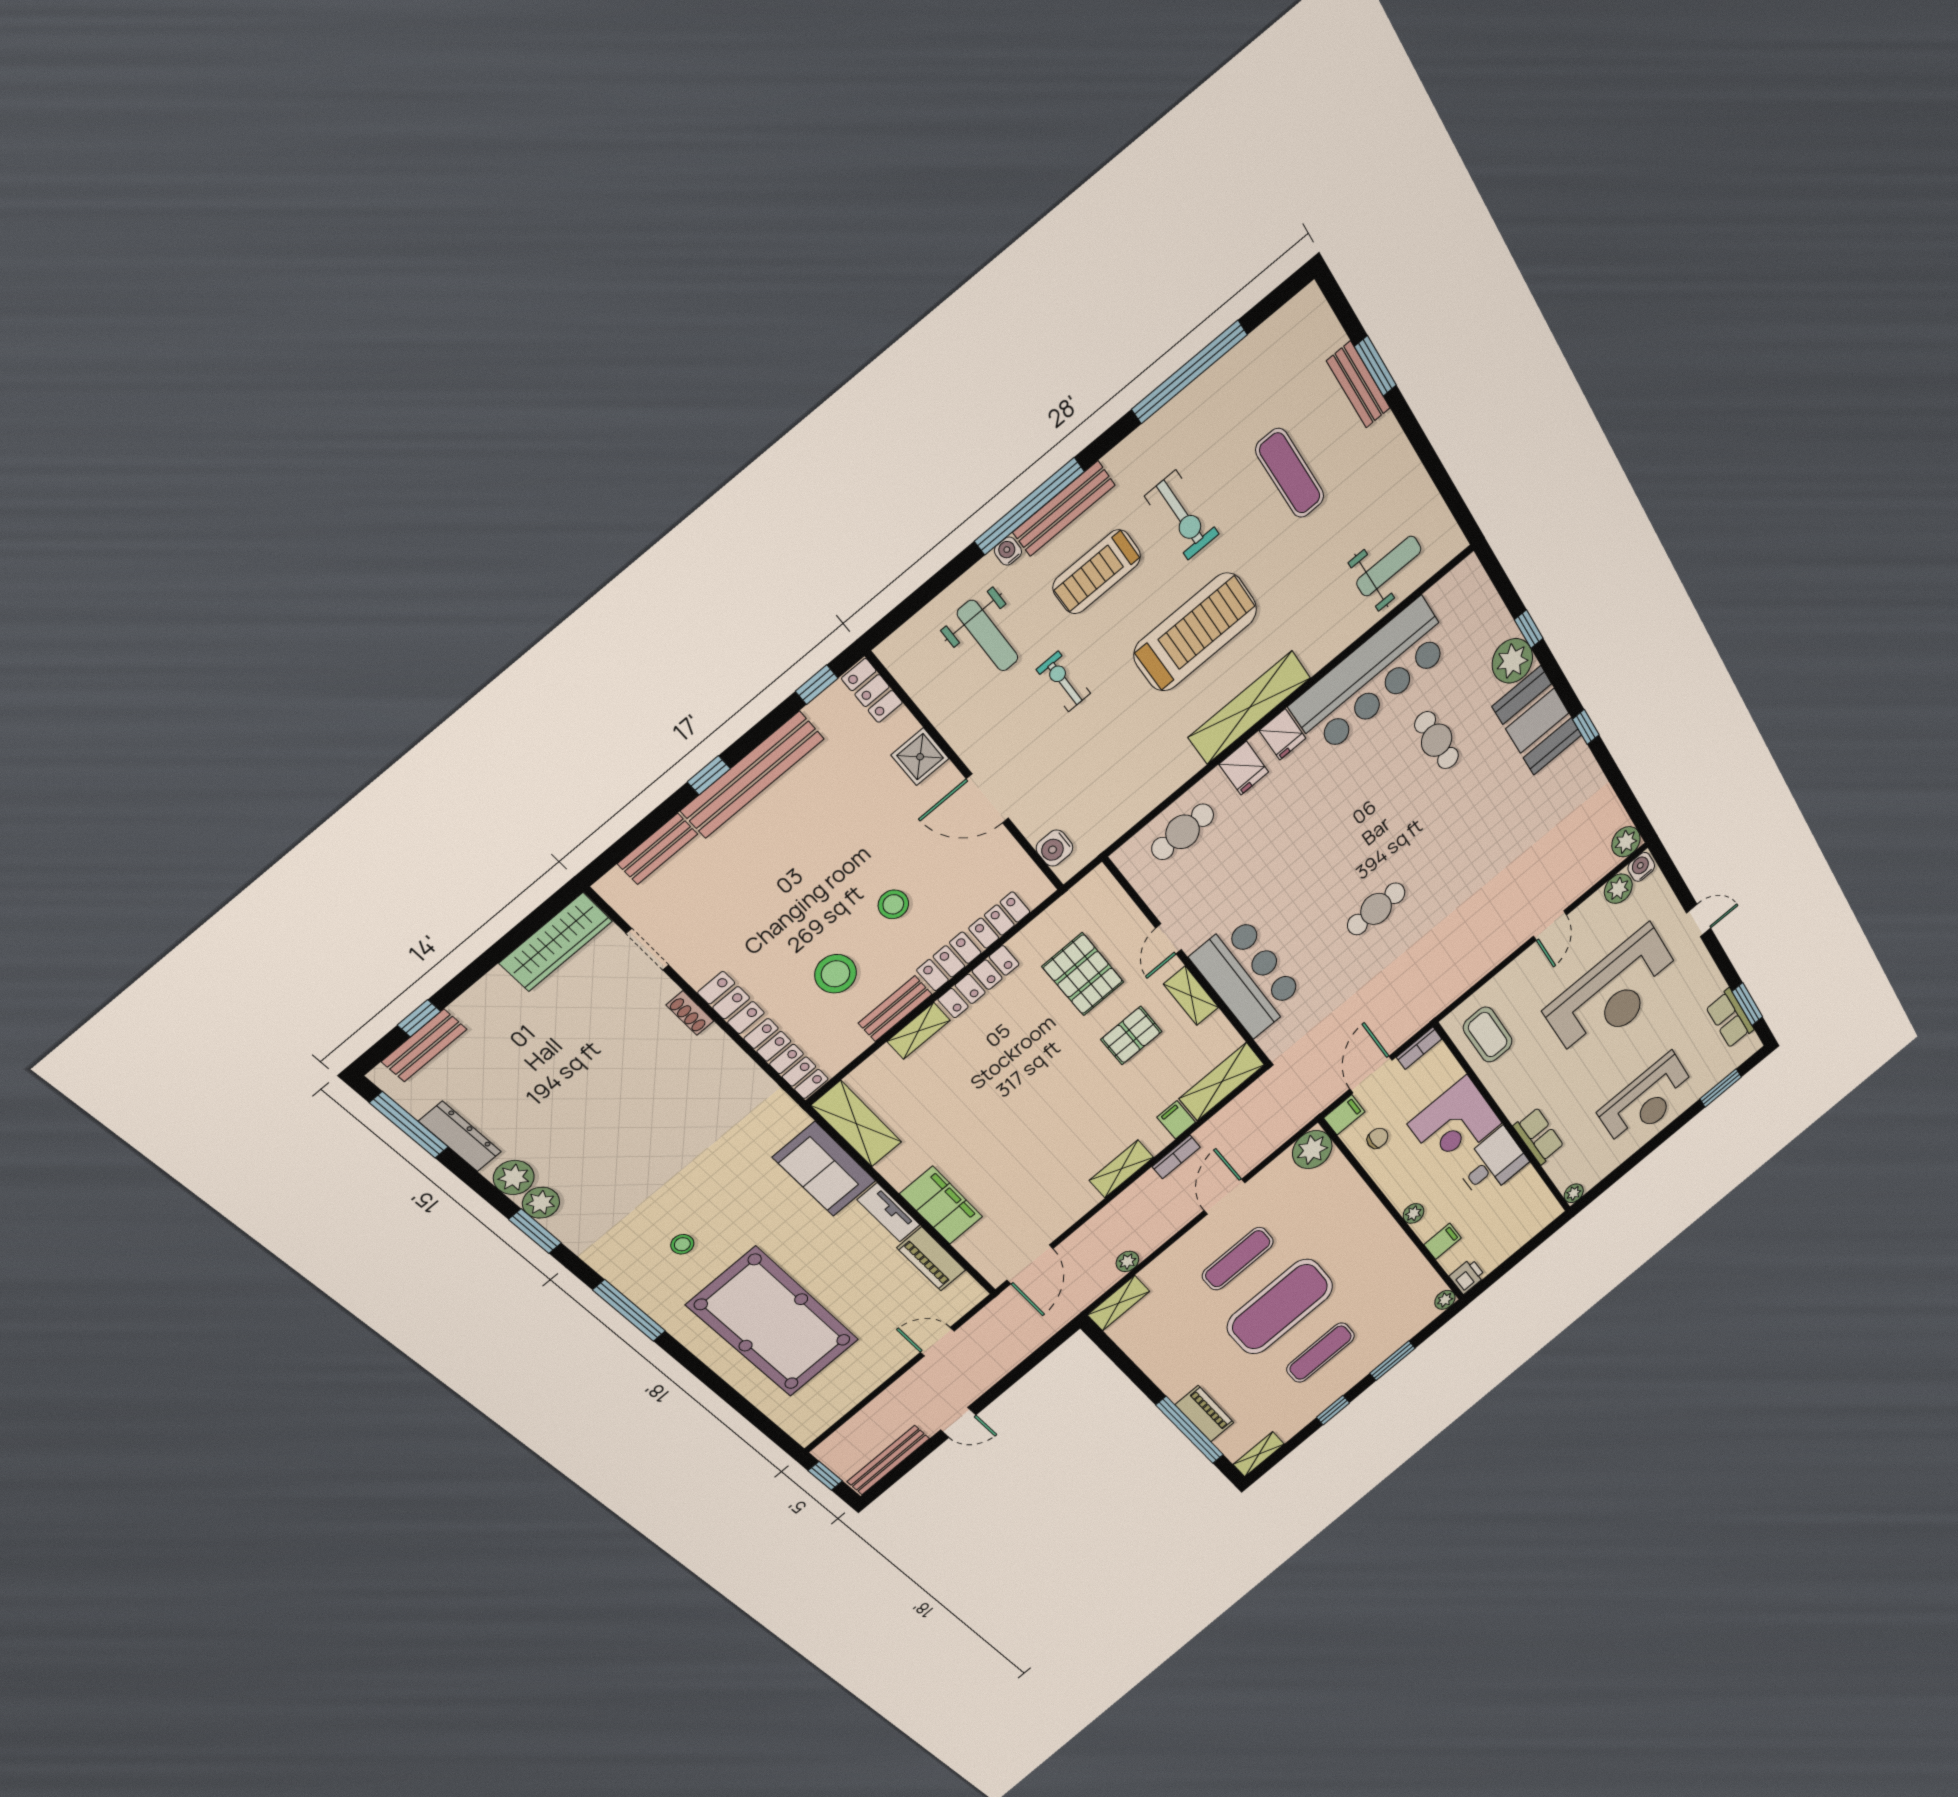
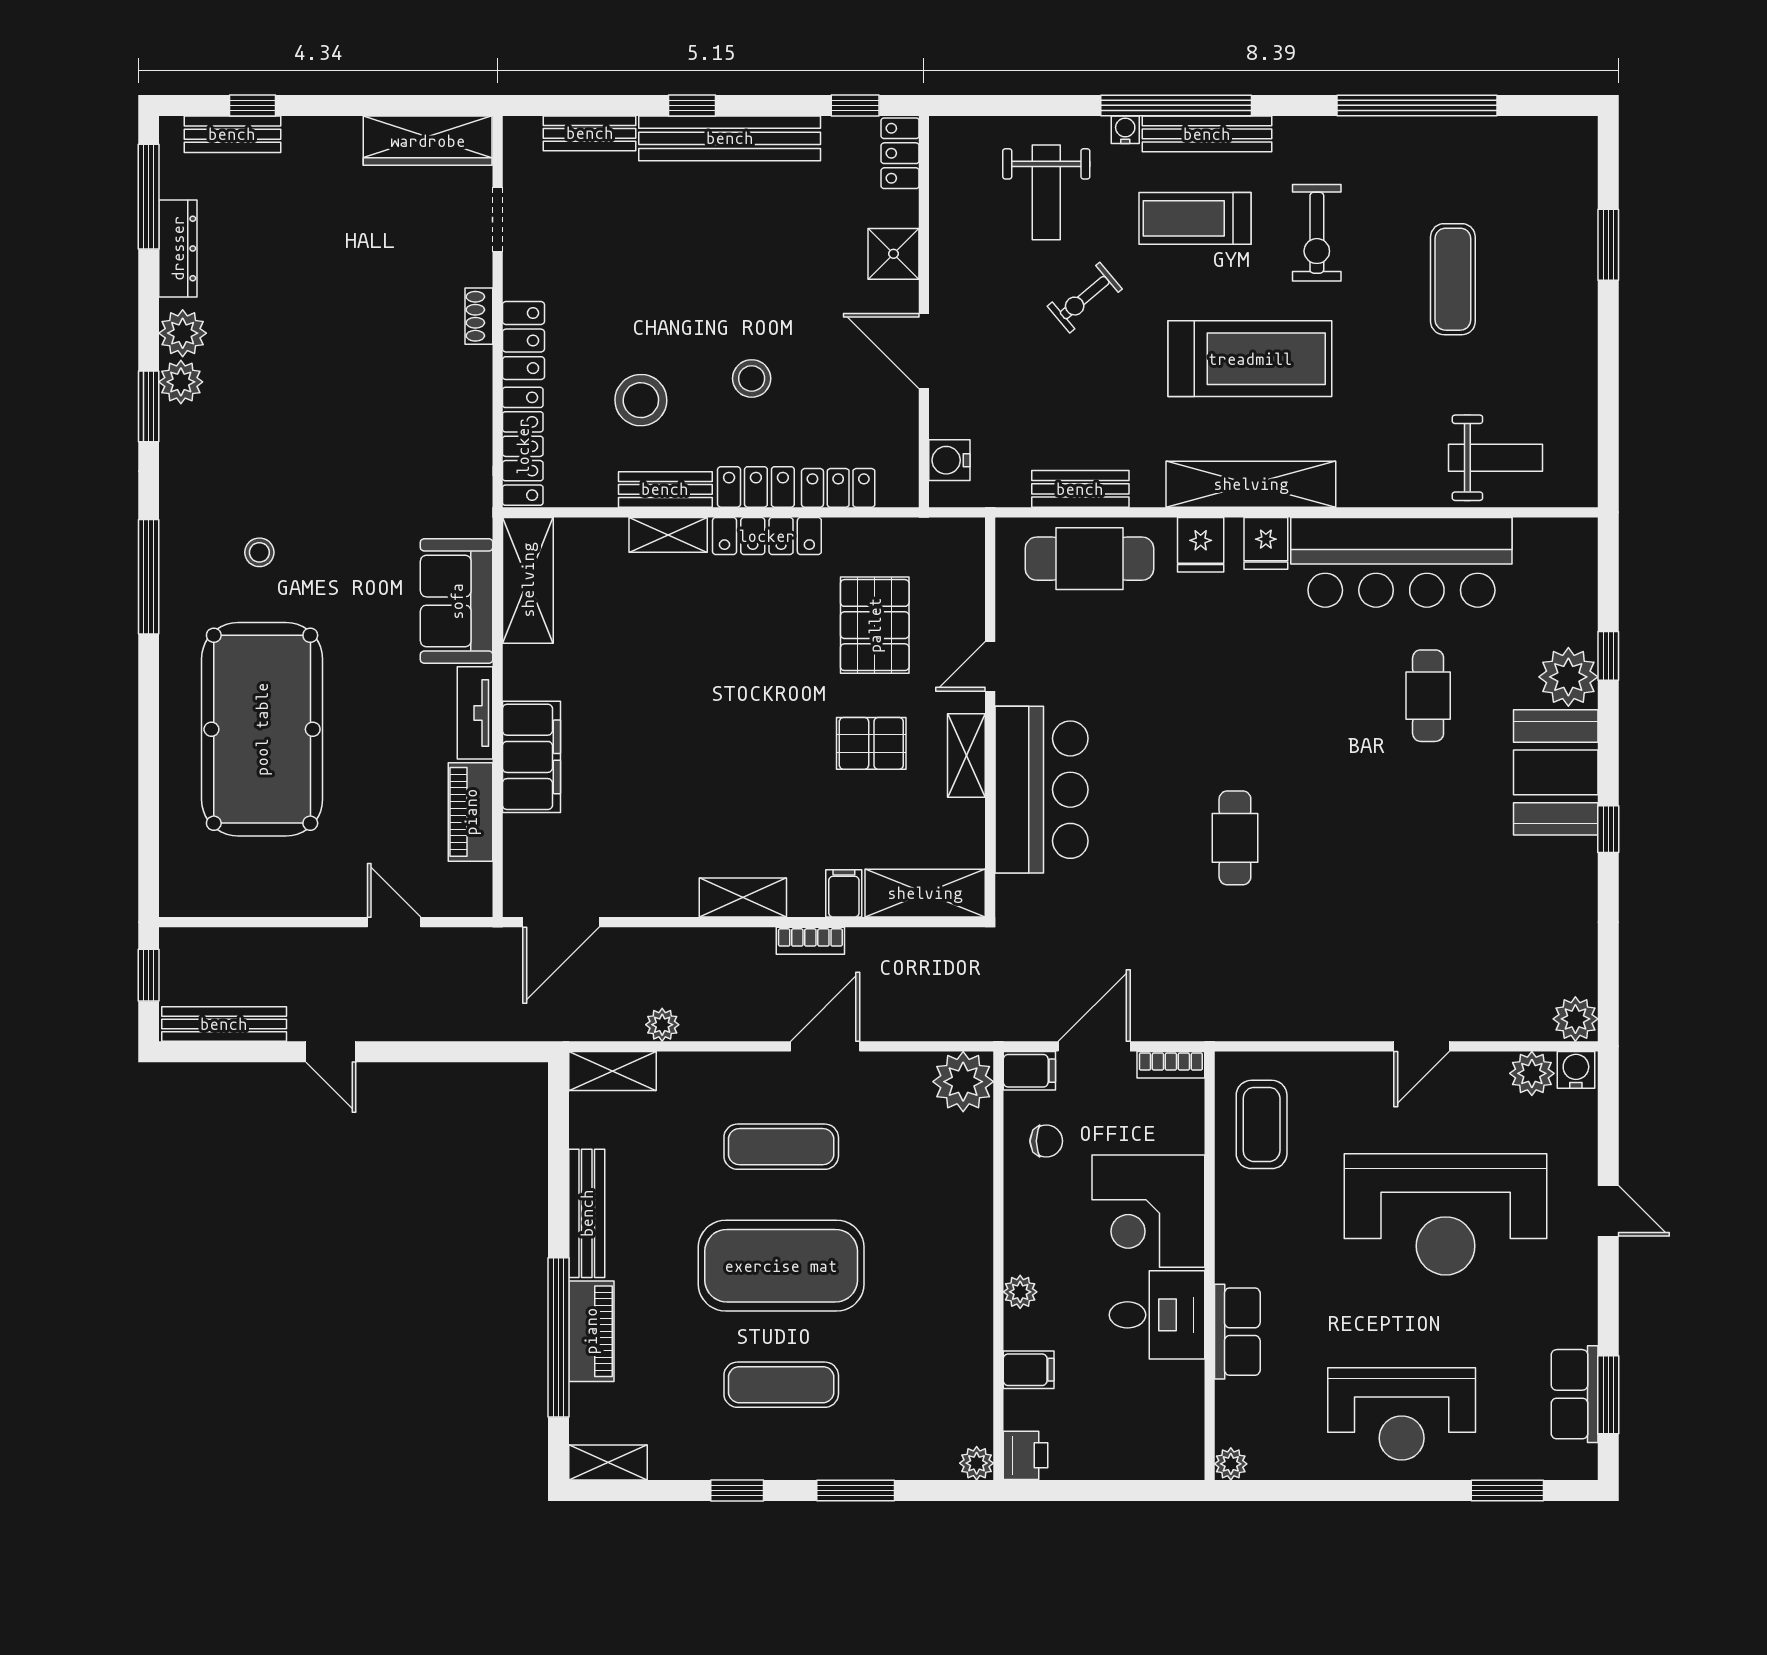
bench: (1358, 385) -> (1080, 489), moved, turned 90
exercise bike: (1063, 681) -> (1085, 298), turned -130
cafe table: (1183, 832) -> (1089, 559), width x1.37, depth x1.35
cafe table: (1376, 909) -> (1235, 838), turned 90
bench: (1159, 1371) -> (587, 1213), added

